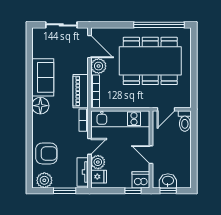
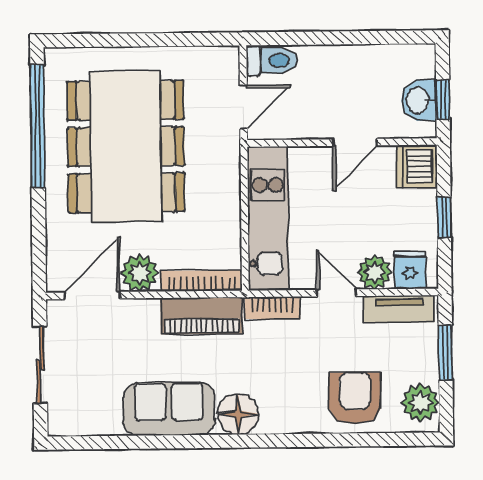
door: (166, 109) -> (243, 107), hinge flipped
window: (133, 191) -> (444, 217), moved

